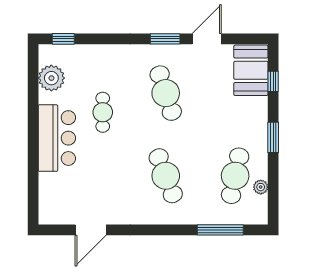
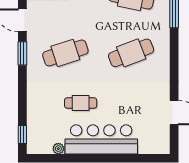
plant: (51, 78) -> (58, 149), width x0.53, depth x0.53
bar counter: (57, 138) -> (101, 139), width x1.36

